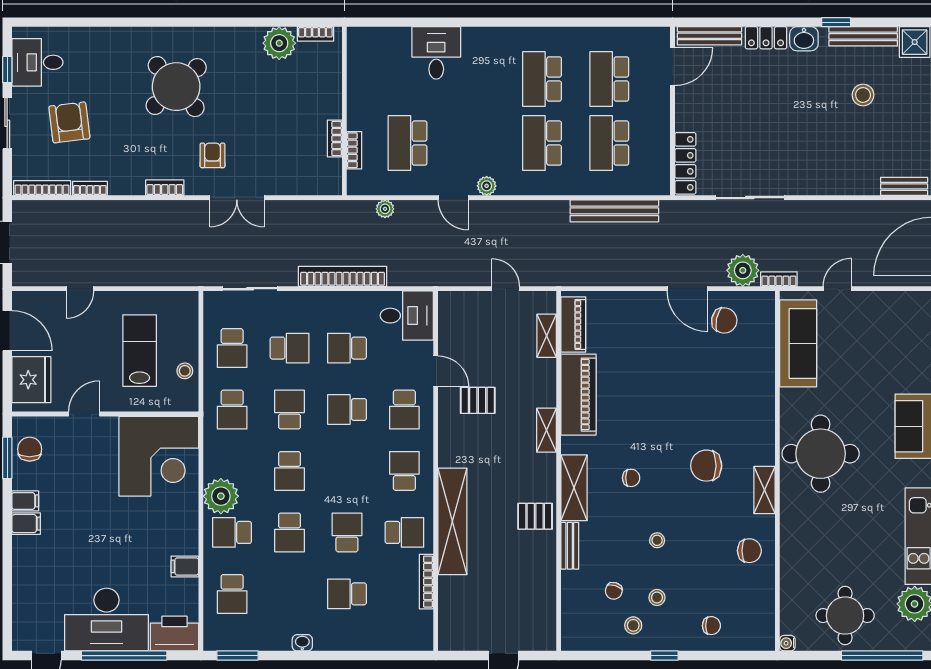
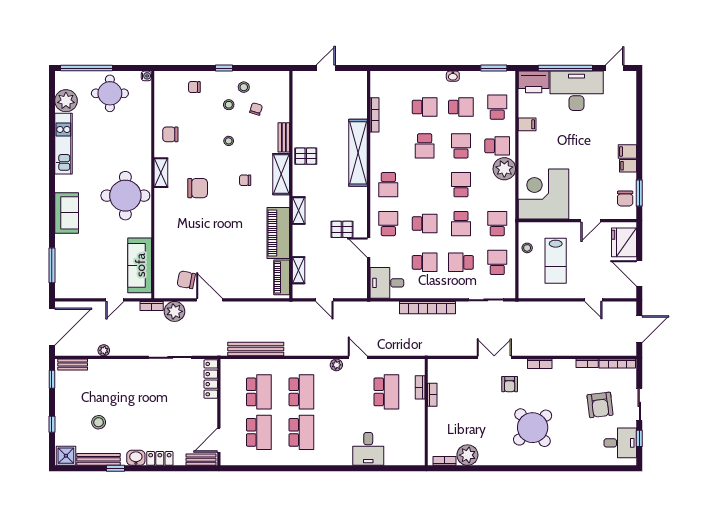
bench: (709, 36) -> (201, 460), width x0.73
plant: (385, 209) -> (104, 350), moved
door: (80, 289) -> (593, 300), swing flipped
school desk: (404, 532) -> (461, 107), moved, turned 180

